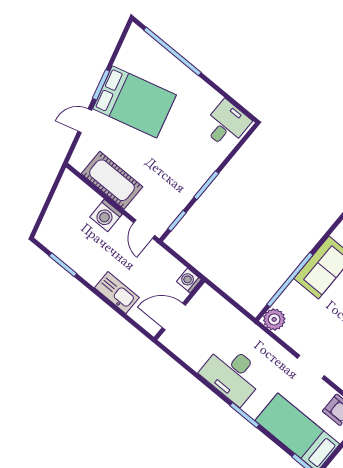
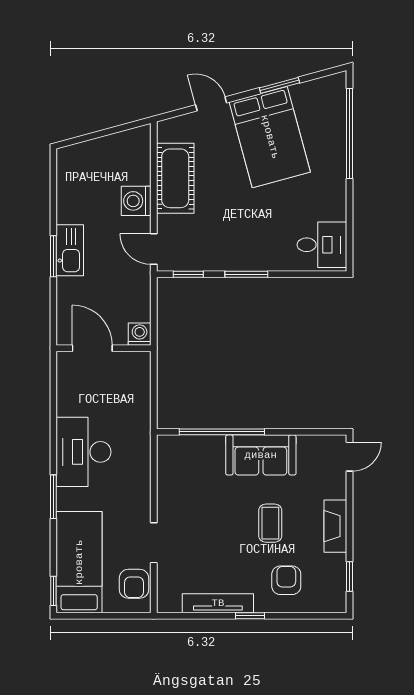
window: (101, 85) -> (280, 85), moved
door: (144, 229) -> (154, 249), hinge flipped
window: (63, 265) -> (53, 256), moved
kitchen sink: (117, 293) -> (70, 250), moved
plant: (274, 319) -> (170, 449), removed
doorway: (311, 367) -> (154, 543), moved

